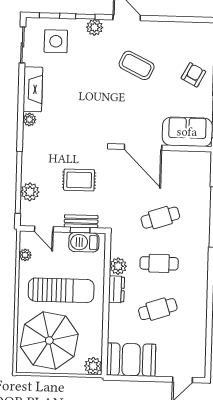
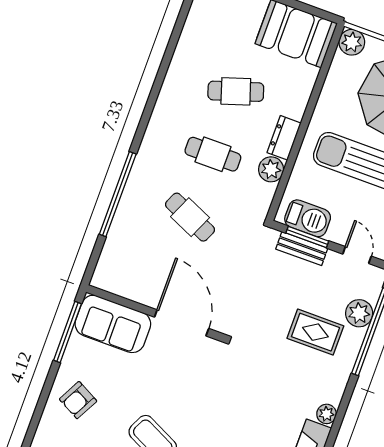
rug: (79, 180) -> (315, 332), moved
cafe table: (160, 218) -> (190, 217), turned 42
window: (80, 230) -> (307, 237), width x1.50

